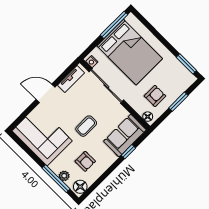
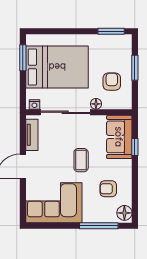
window: (114, 25) -> (23, 58), width x0.69
floor lamp: (148, 117) -> (96, 104), moved
armchair: (85, 161) -> (108, 189), turned 180
plant: (64, 176) -> (103, 217), removed

